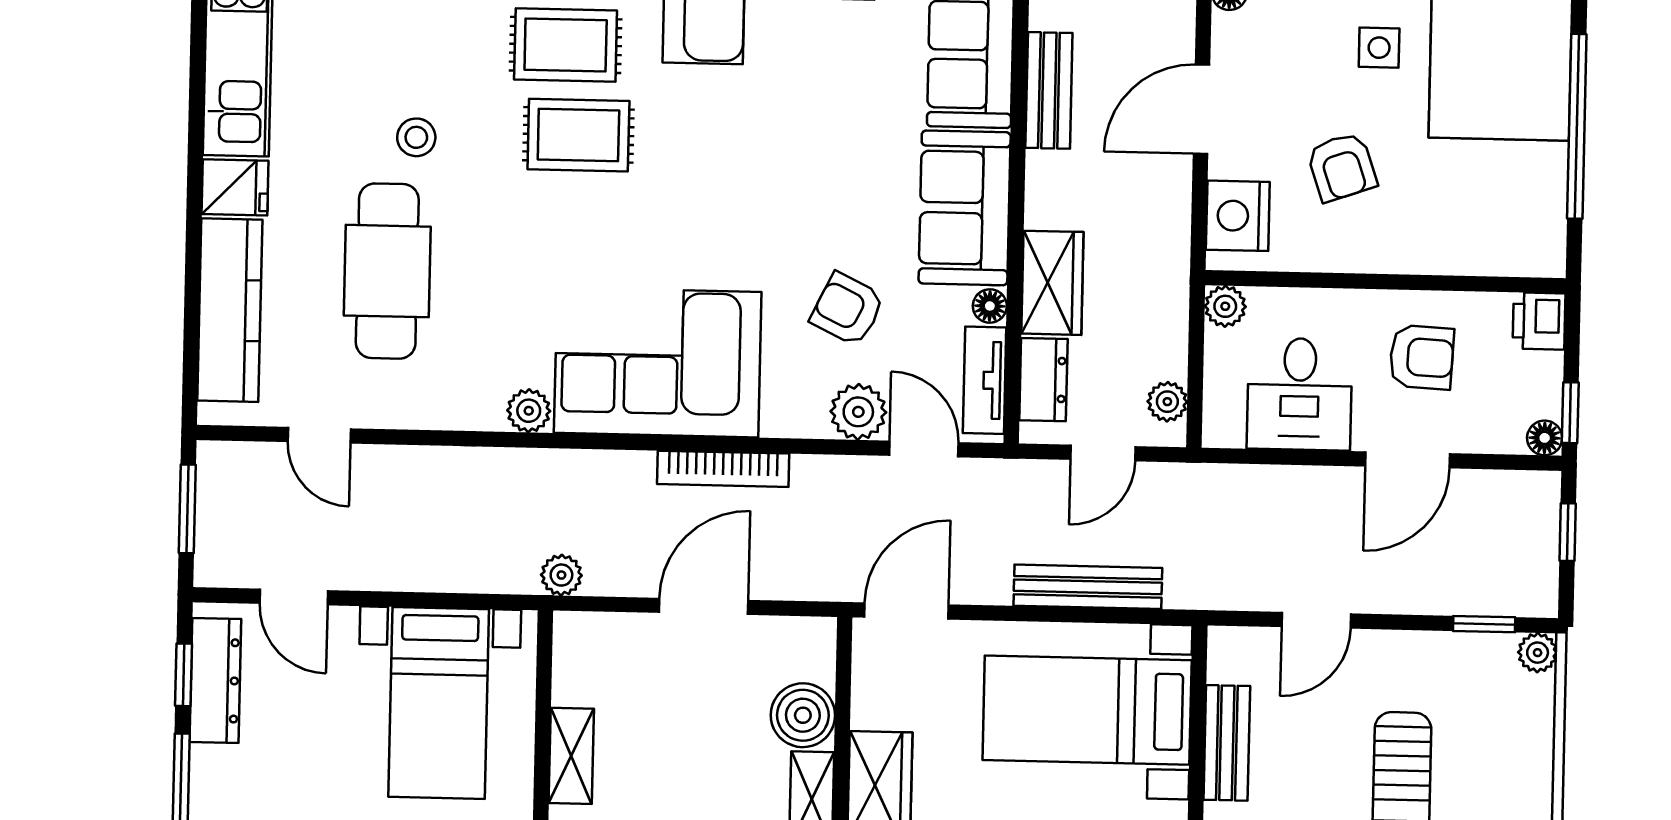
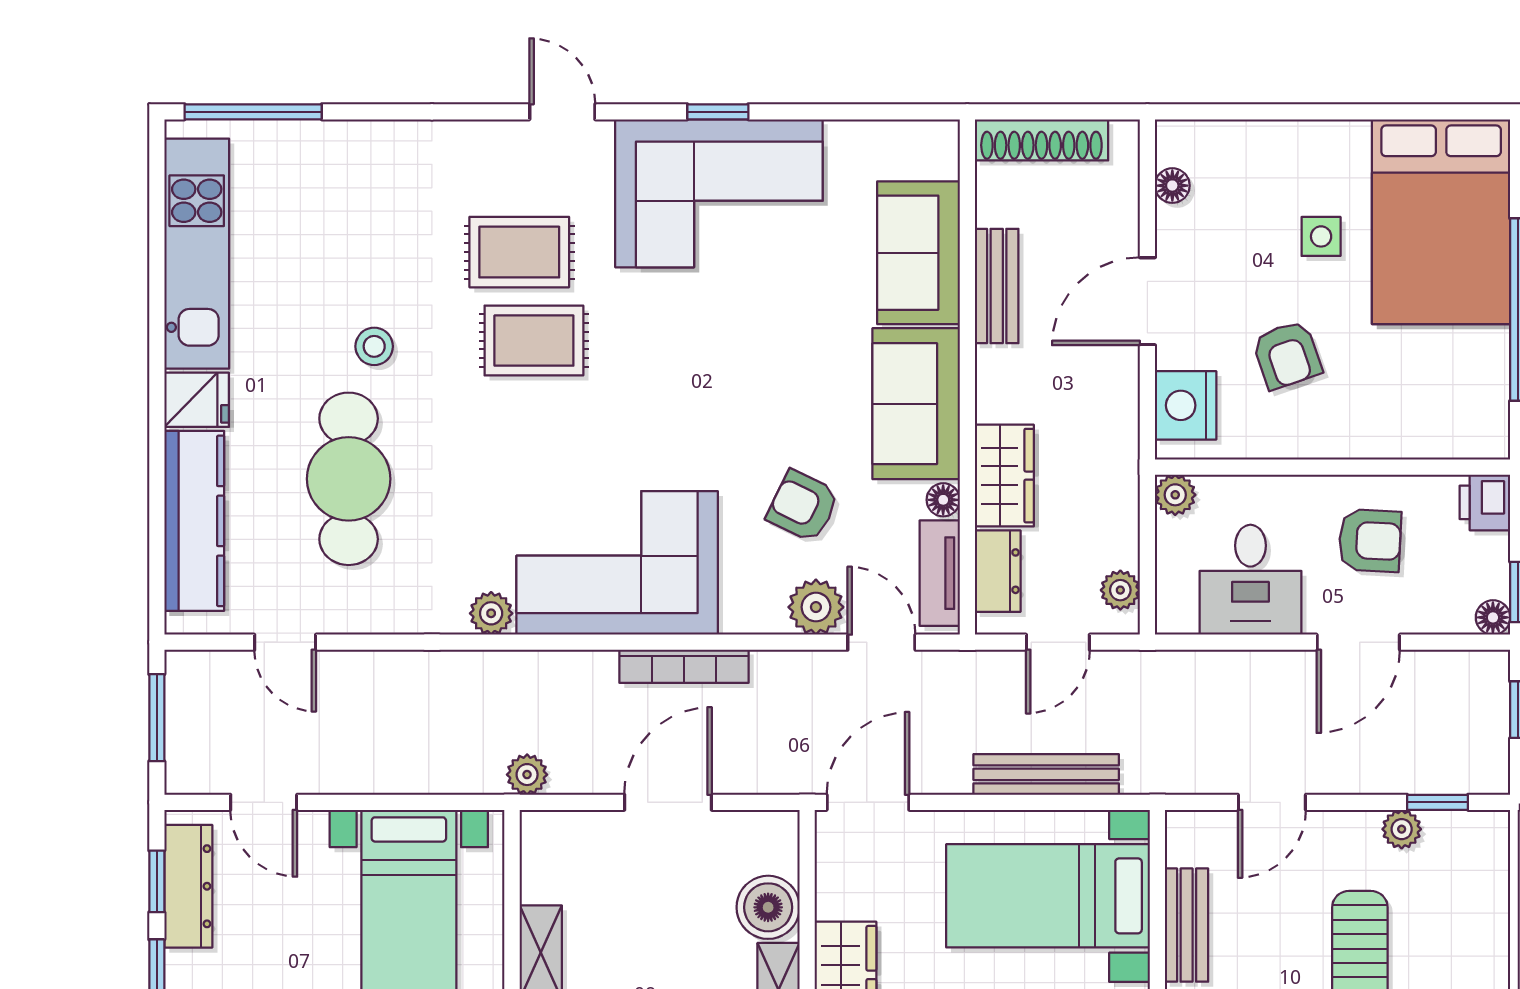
plant: (1538, 653) -> (1402, 829), moved

